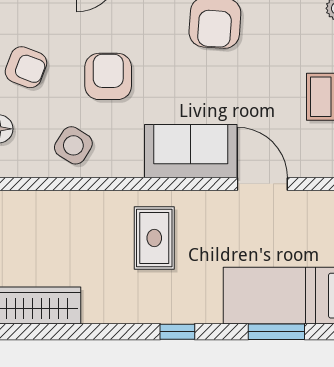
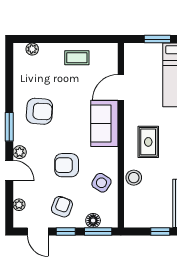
stool: (84, 209) -> (134, 178), added
rug: (154, 238) -> (148, 142), turned 90

